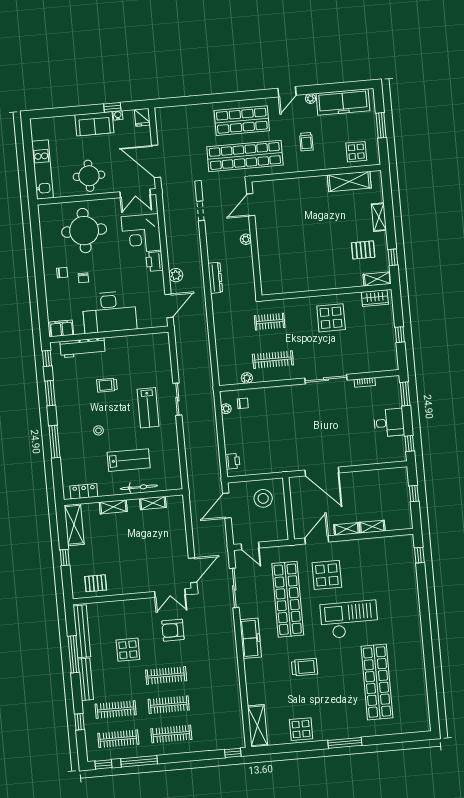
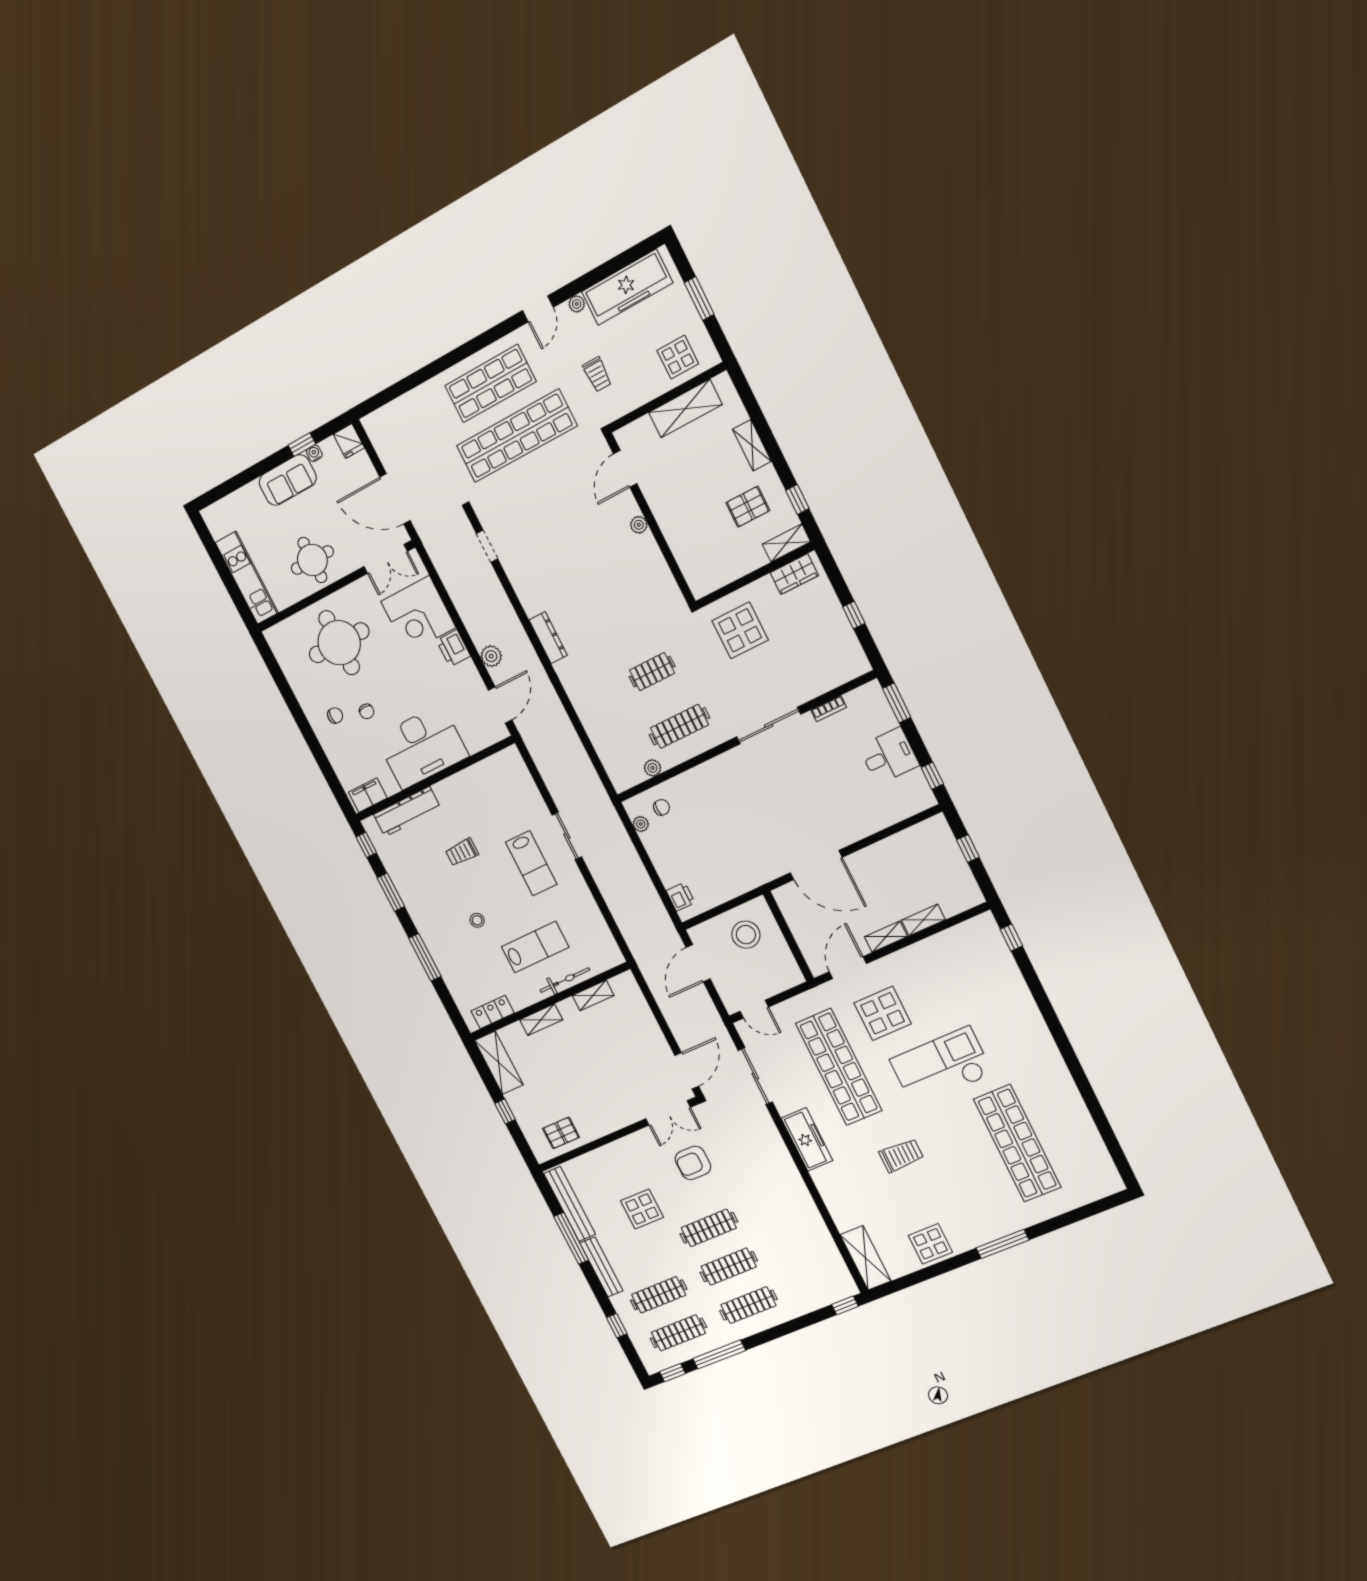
door: (251, 205) -> (625, 469), moved
plant: (246, 239) -> (639, 525), moved
wall: (254, 239) -> (650, 519), moved

